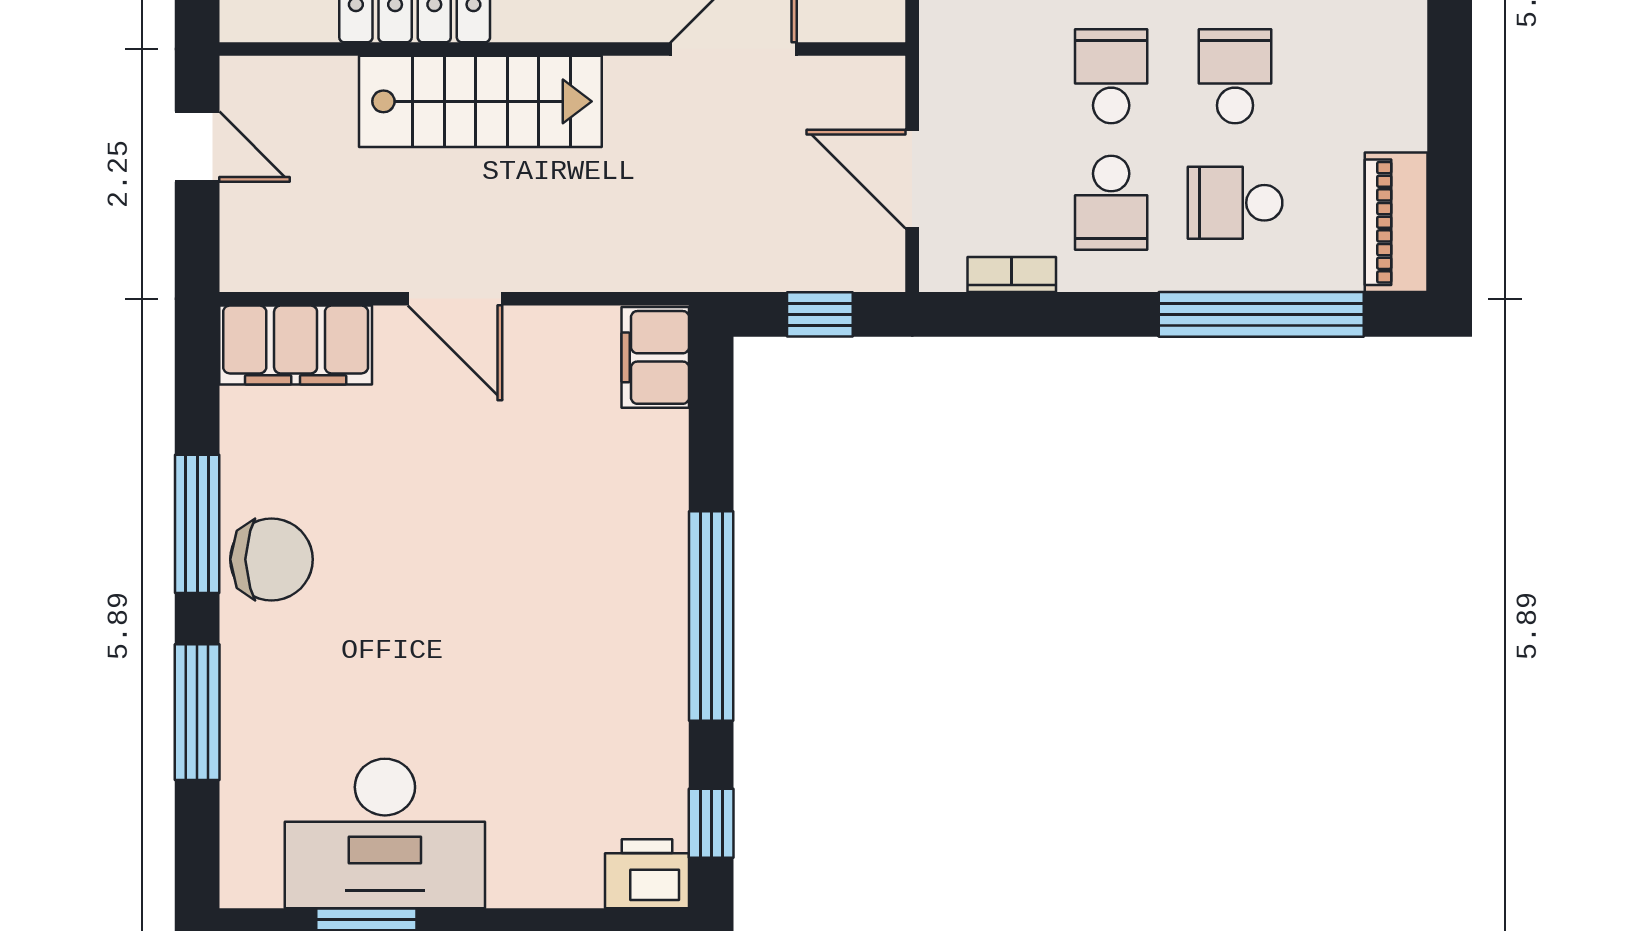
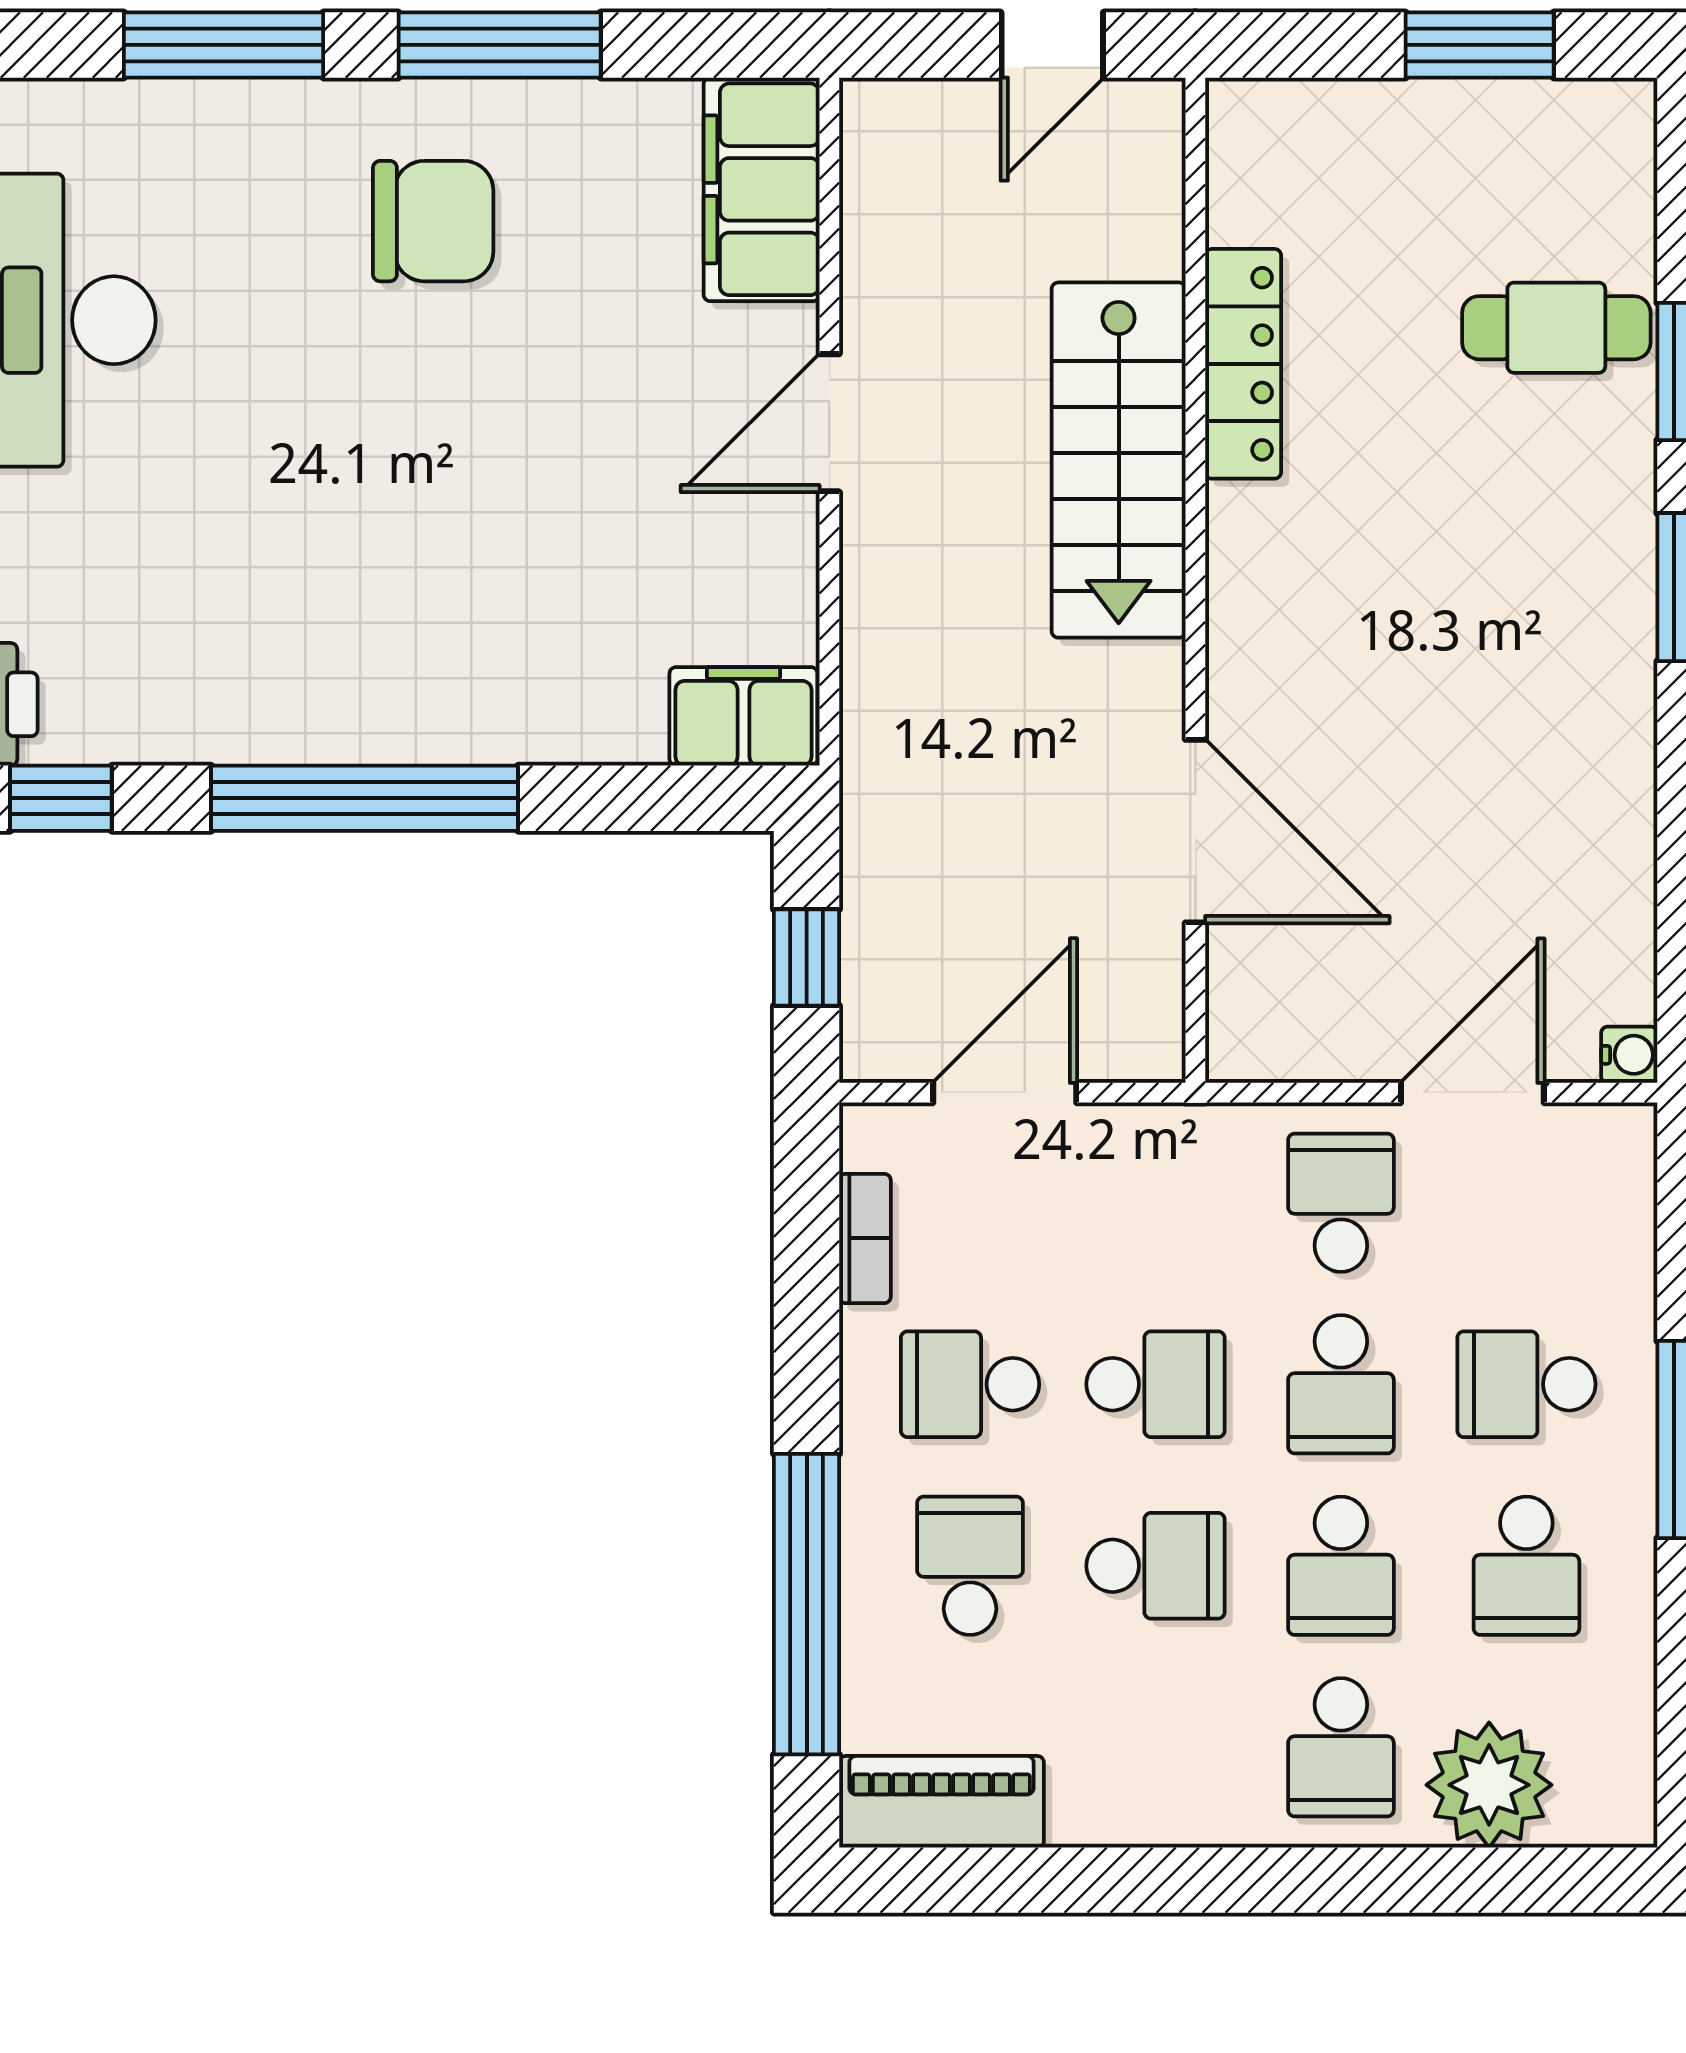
chair: (271, 559) -> (433, 221), moved, turned -90

